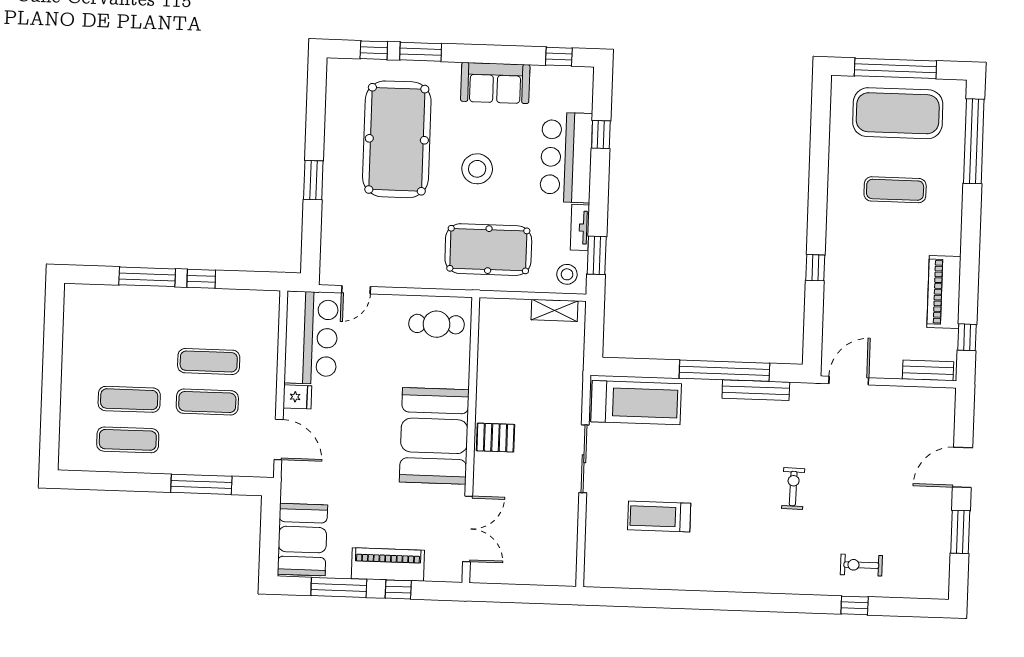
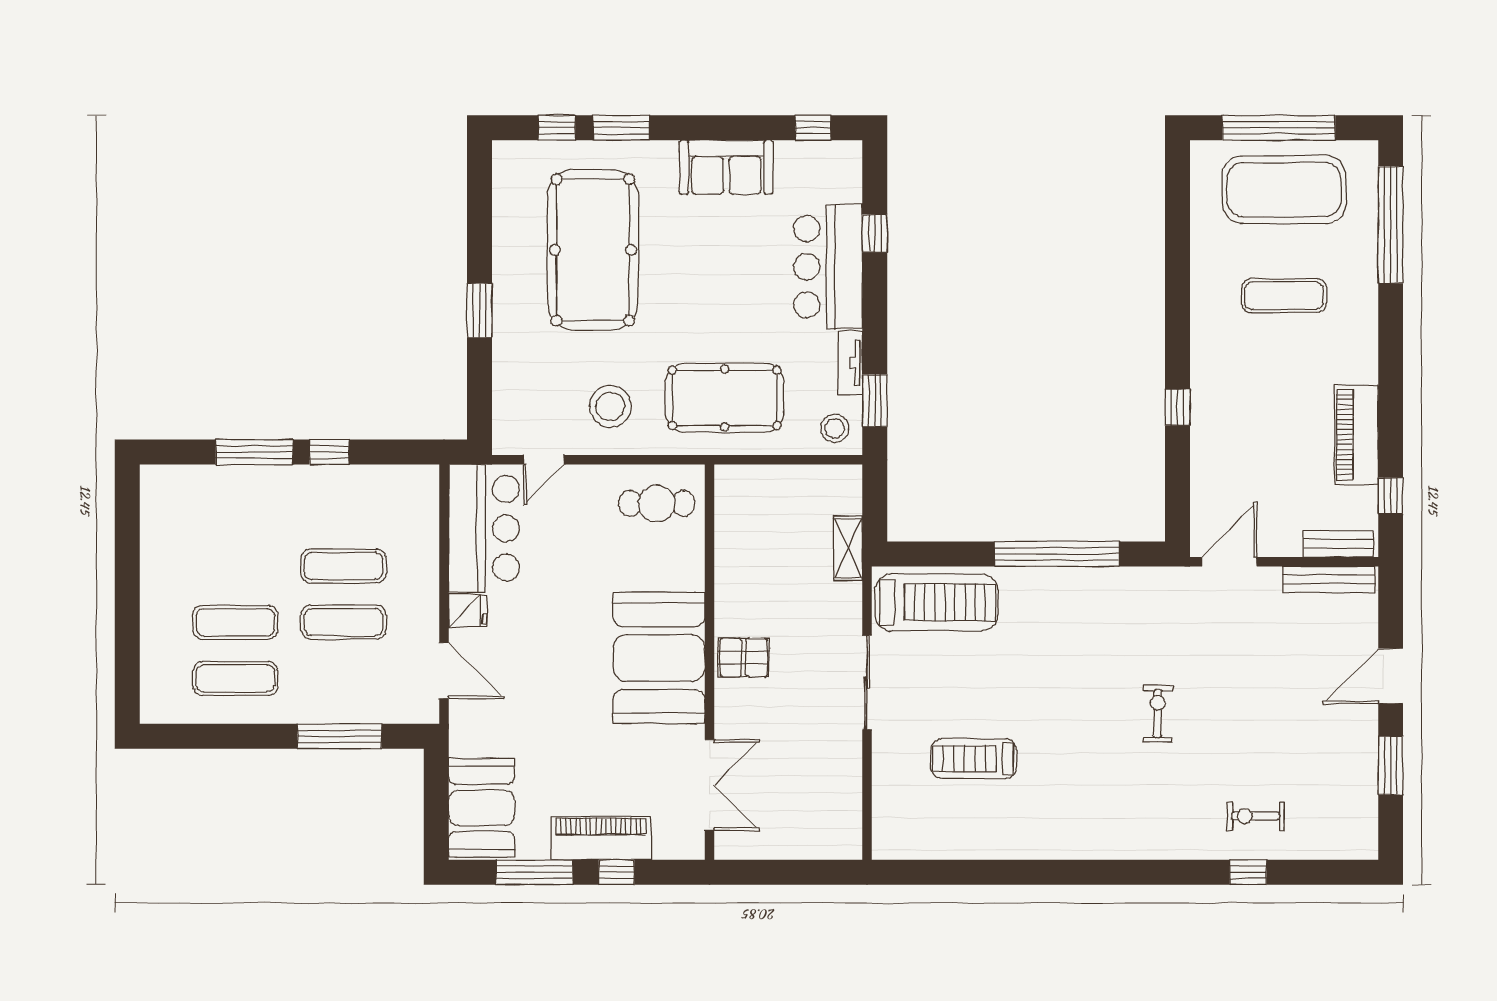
stool: (477, 169) -> (610, 406), moved
shelving: (554, 310) -> (848, 548), moved, turned 90
bench: (756, 390) -> (1329, 579), moved

